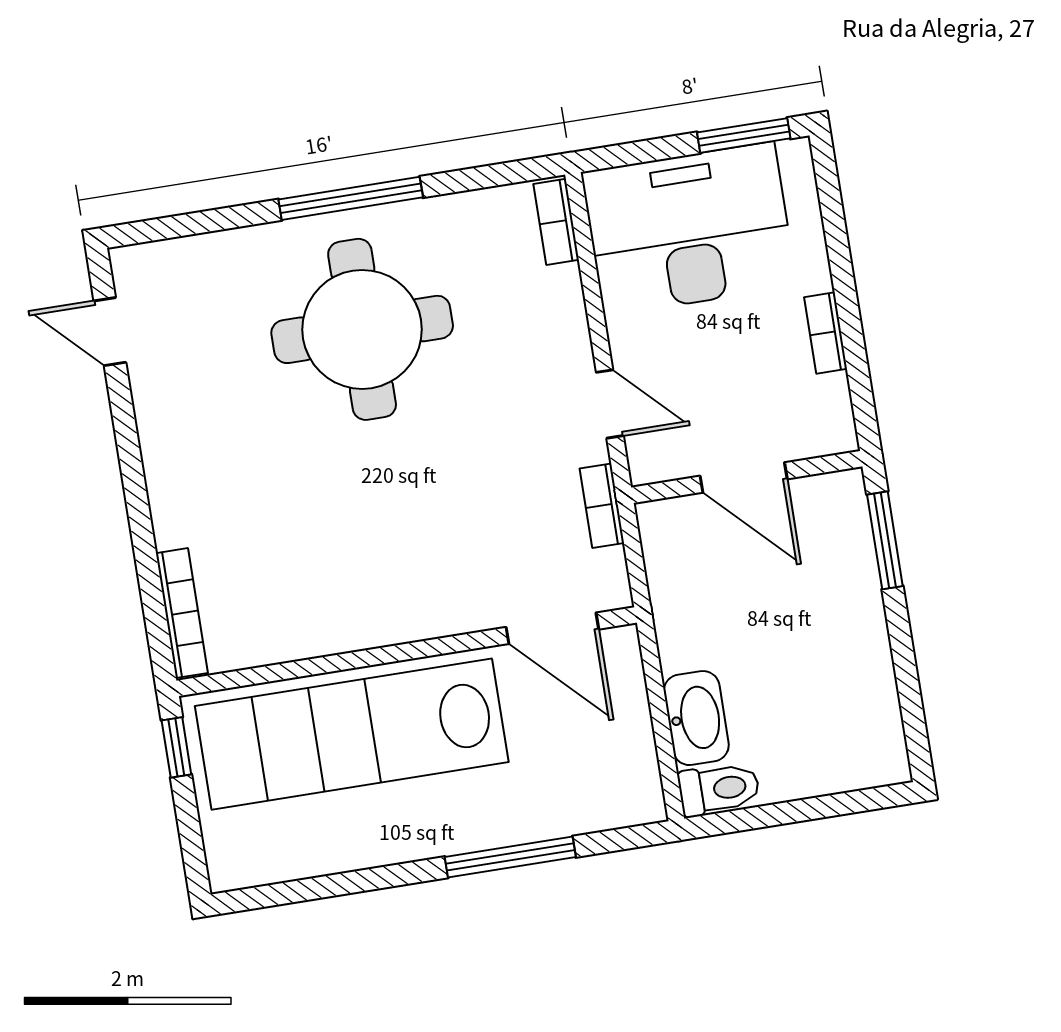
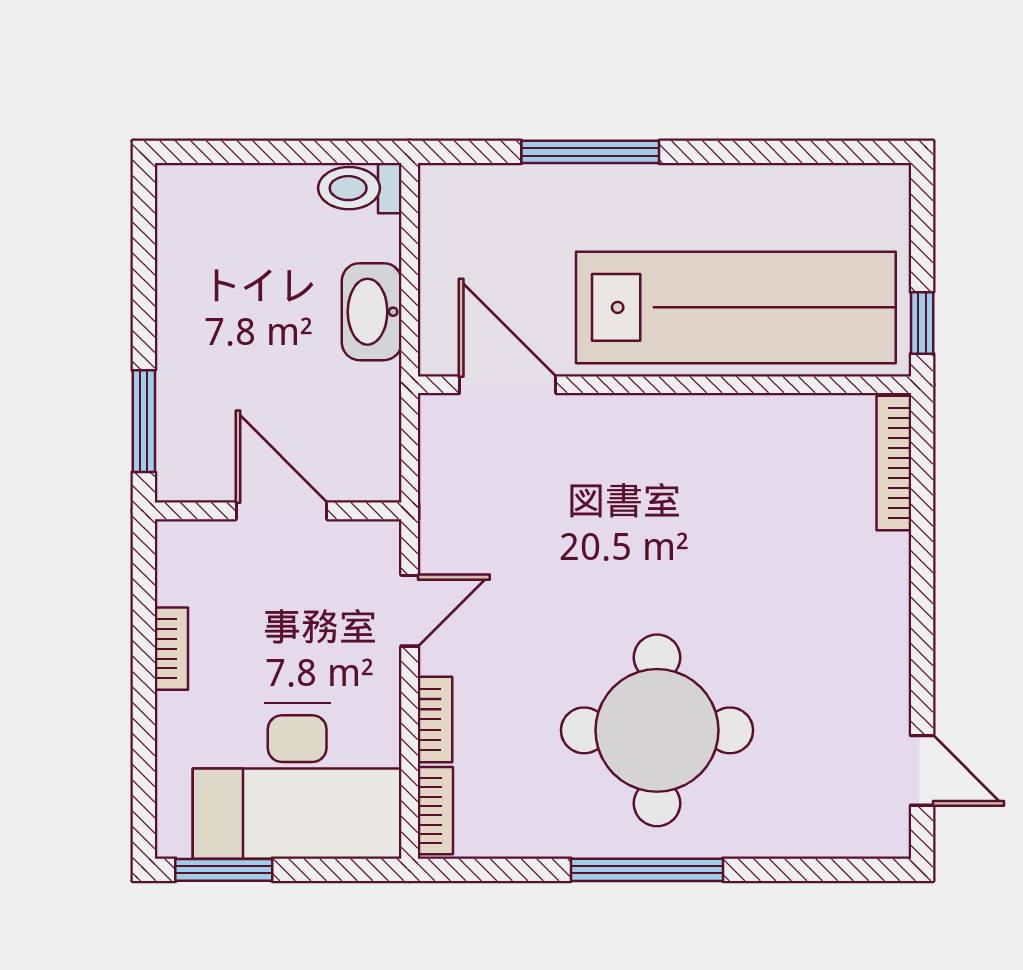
door: (610, 404) -> (410, 611), swing flipped
bookcase: (602, 506) -> (435, 719), moved
washbasin: (696, 718) -> (372, 312), moved

